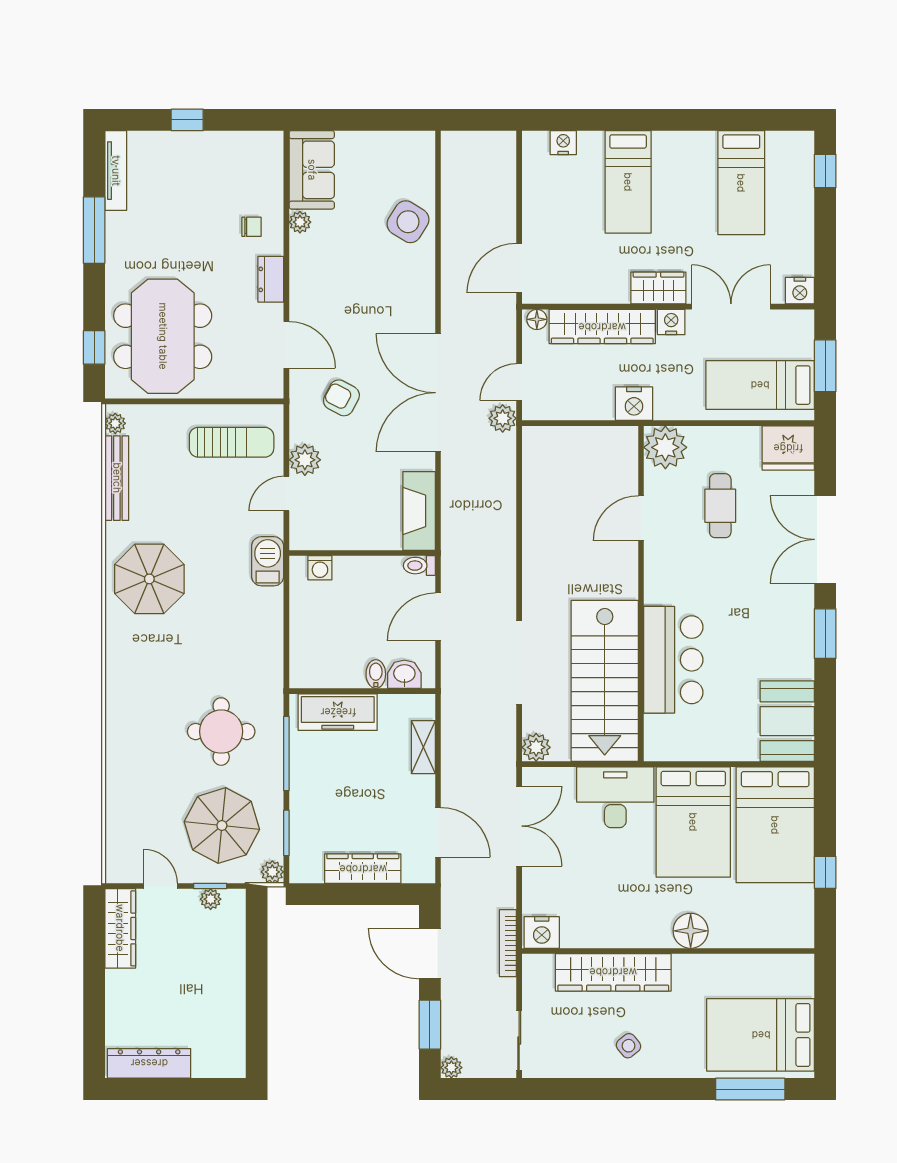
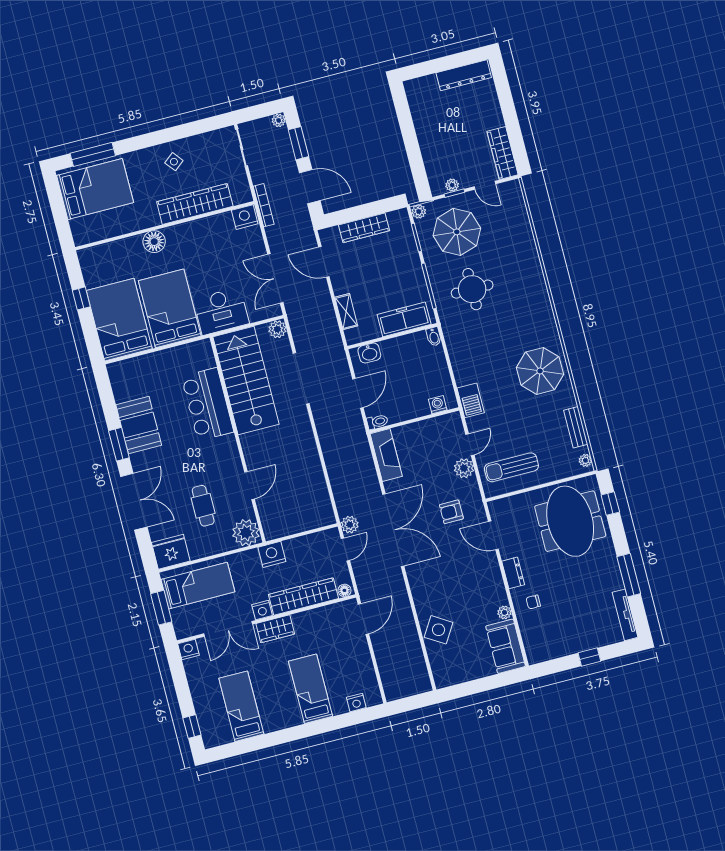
armchair: (341, 398) -> (451, 512), turned 152
bench: (117, 478) -> (576, 427), width x0.73
bidet: (376, 674) -> (434, 336), moved
booth: (787, 721) -> (139, 425), moved

